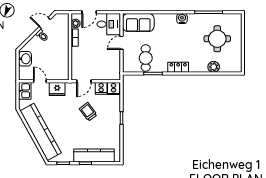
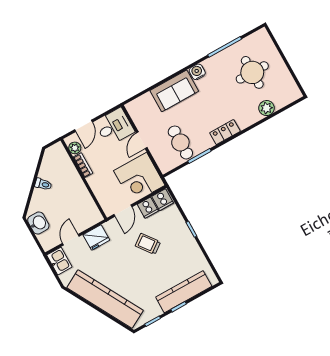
door: (45, 23) -> (38, 168), removed
sofa: (138, 23) -> (174, 91), moved
corner desk: (106, 66) -> (139, 178), added
door: (40, 81) -> (71, 240), hinge flipped

